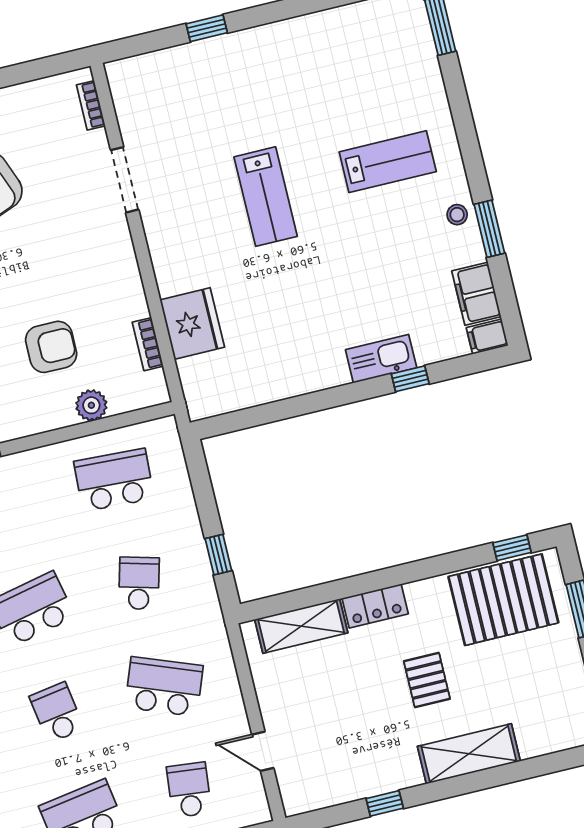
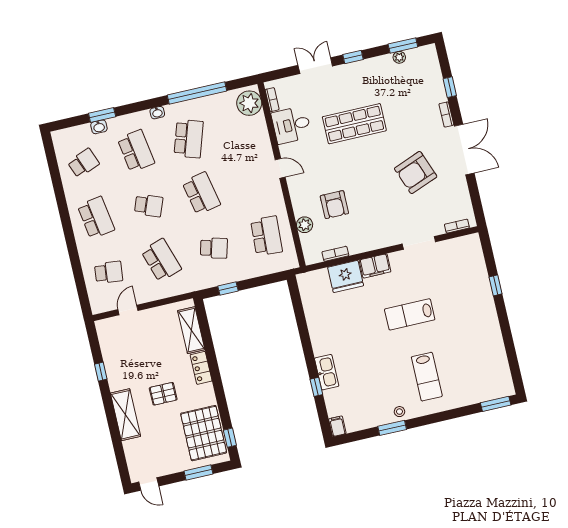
filing cabinet: (476, 294) -> (375, 266), moved, turned 180
school desk: (164, 687) -> (161, 260), turned -39
school desk: (57, 713) -> (149, 206), turned 30

